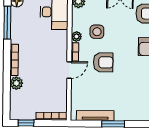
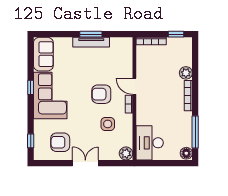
plant: (77, 37) -> (128, 119), removed
door: (69, 70) -> (134, 86), hinge flipped
tv unit: (95, 116) -> (91, 42), moved

